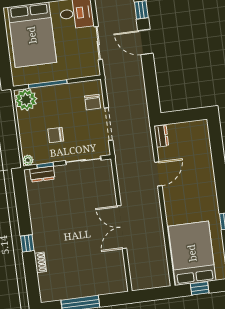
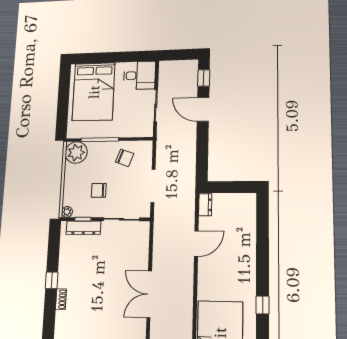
chair: (93, 102) -> (125, 158), moved, turned -70
dresser: (42, 174) -> (84, 228), width x1.44
window: (27, 243) -> (52, 280), moved
shoe rack: (40, 262) -> (61, 299), moved

